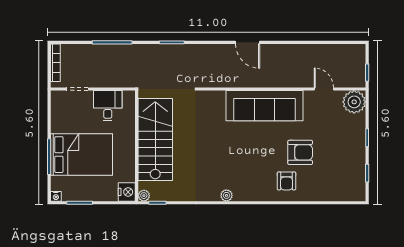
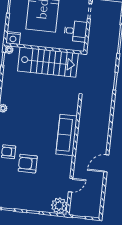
door: (248, 42) -> (106, 163), moved
sofa: (264, 106) -> (67, 135), width x0.74, depth x0.79
armchair: (300, 152) -> (28, 164), turned 90

